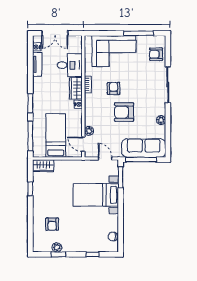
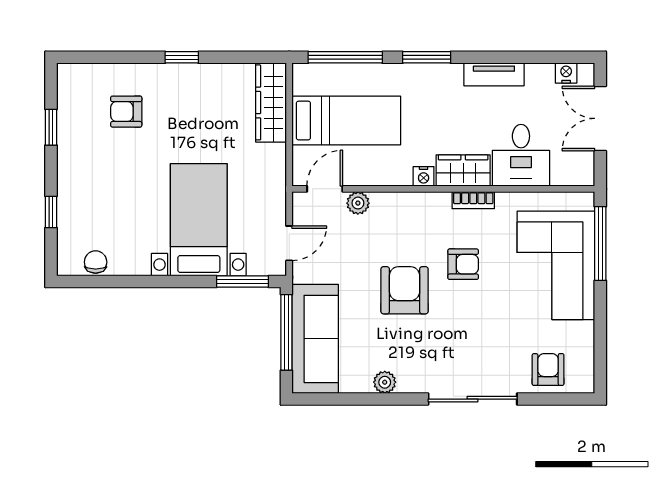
window: (138, 33) -> (600, 243), moved
tv unit: (37, 64) -> (494, 74), moved
wardrobe: (43, 166) -> (271, 102), width x1.50
window: (30, 189) -> (182, 57), moved
plant: (57, 247) -> (68, 123), removed

